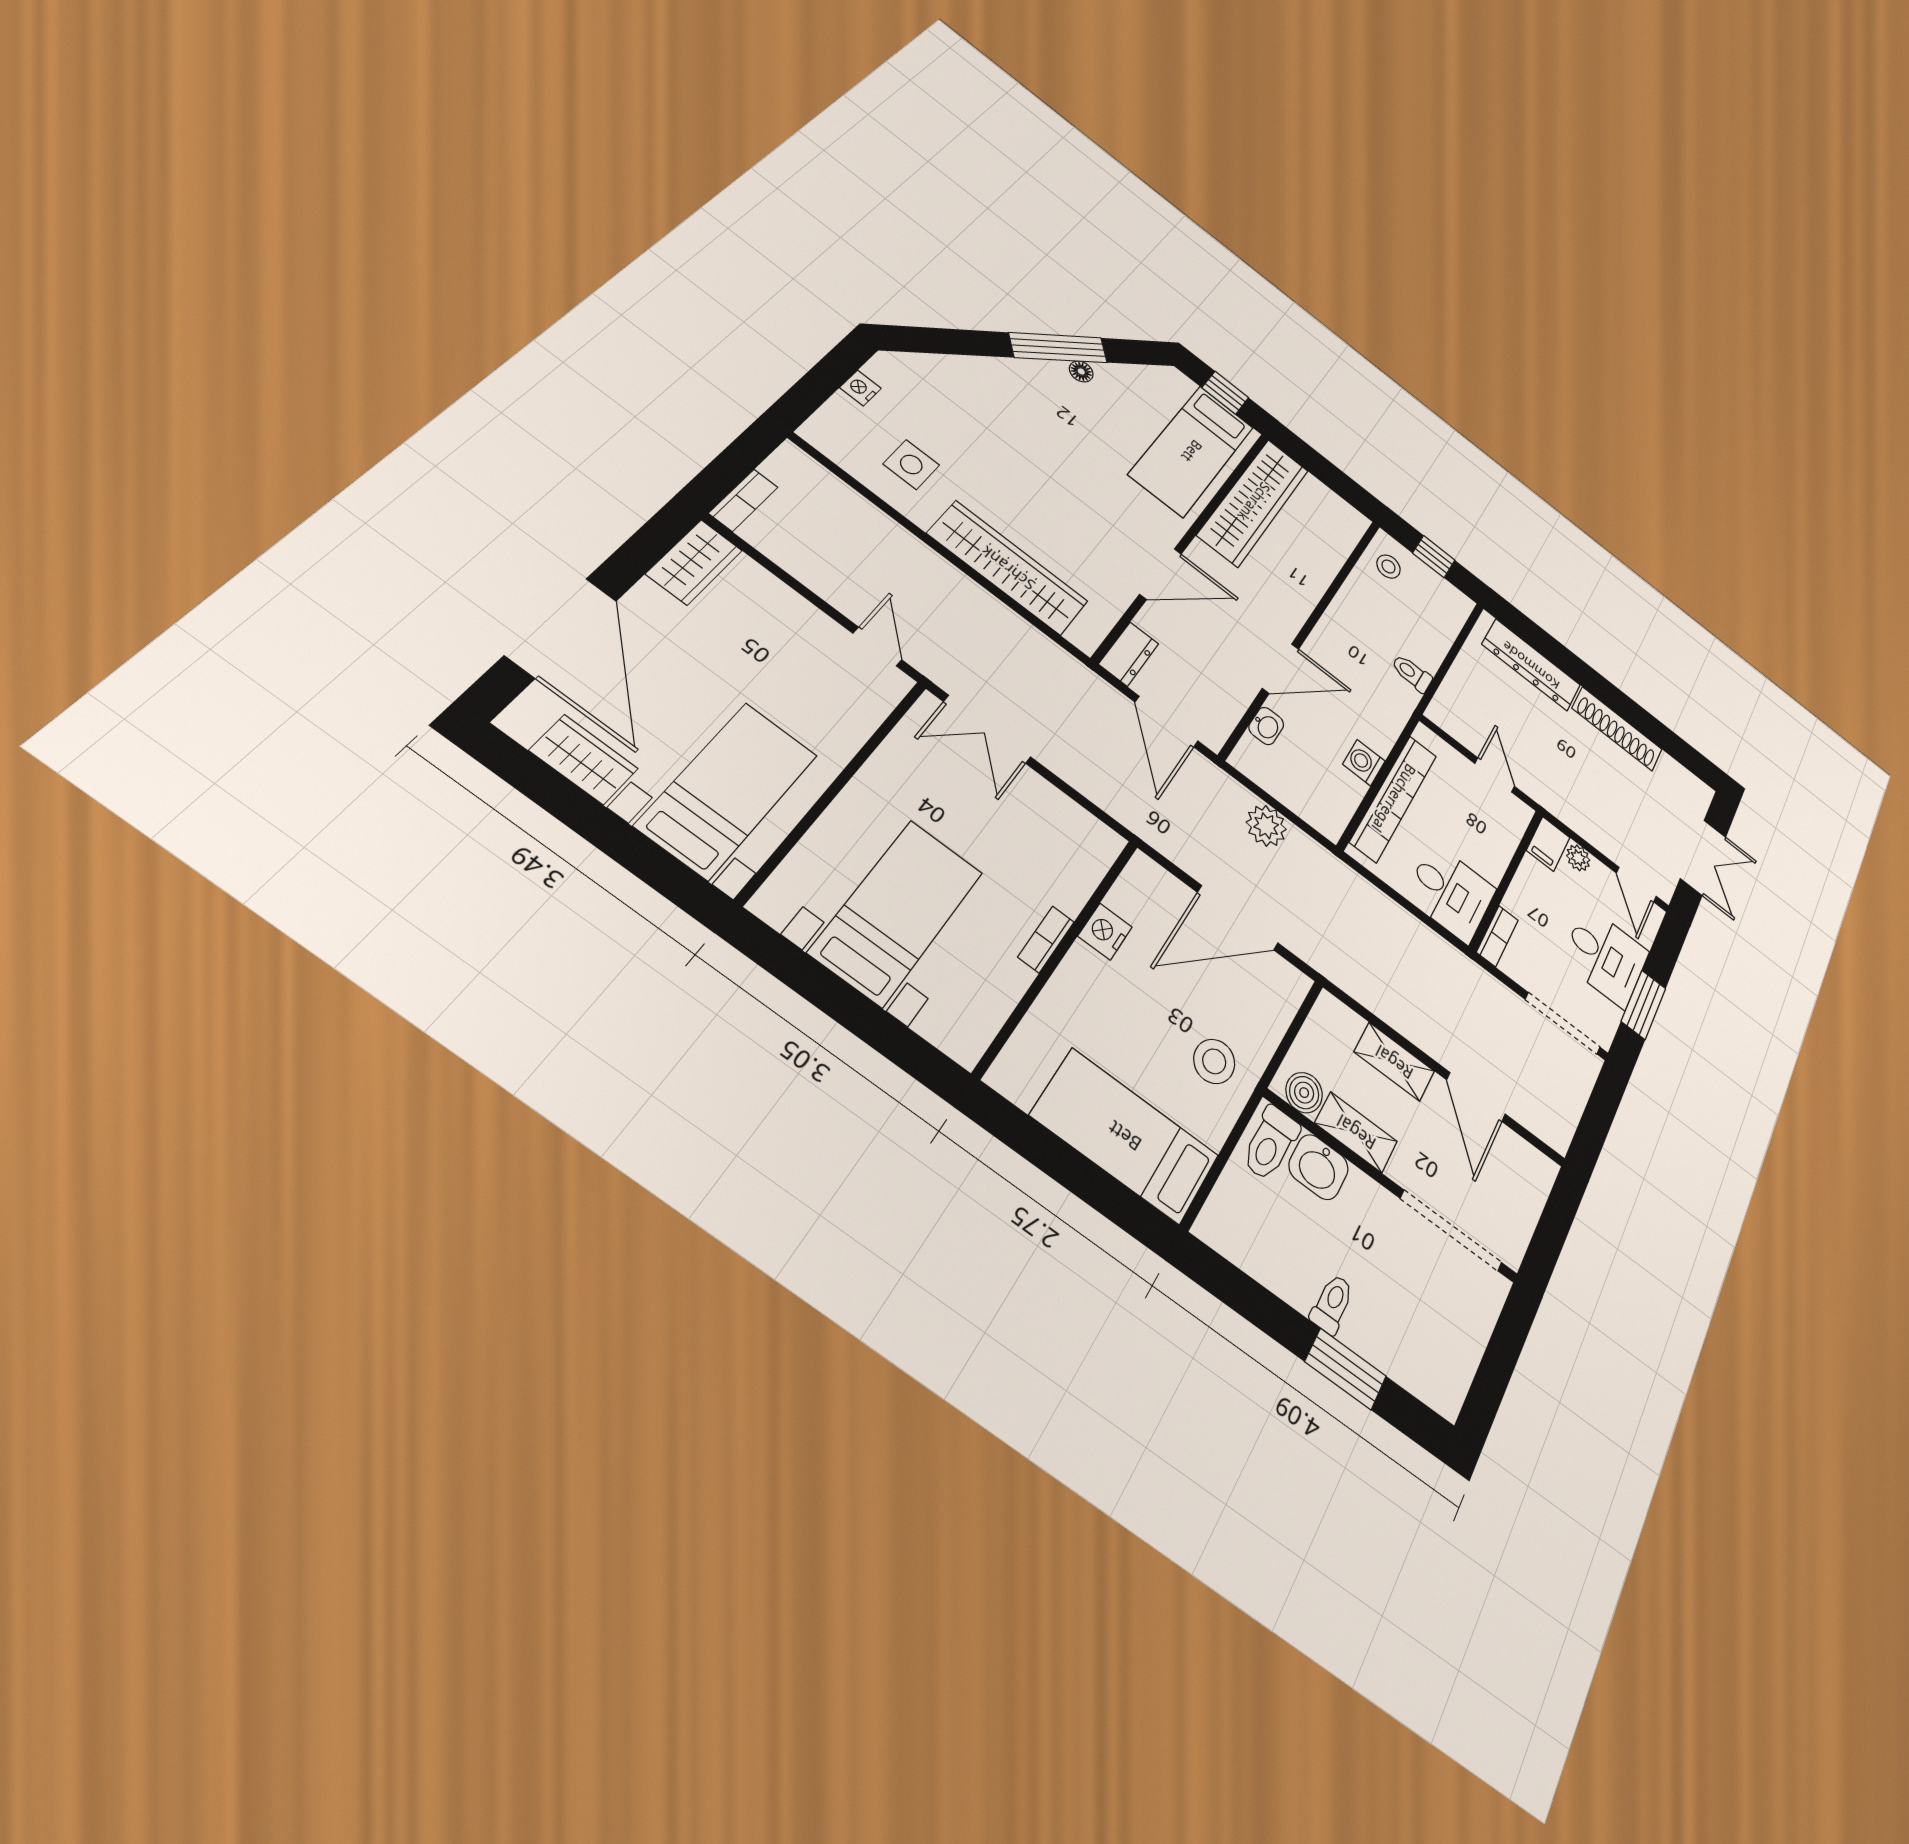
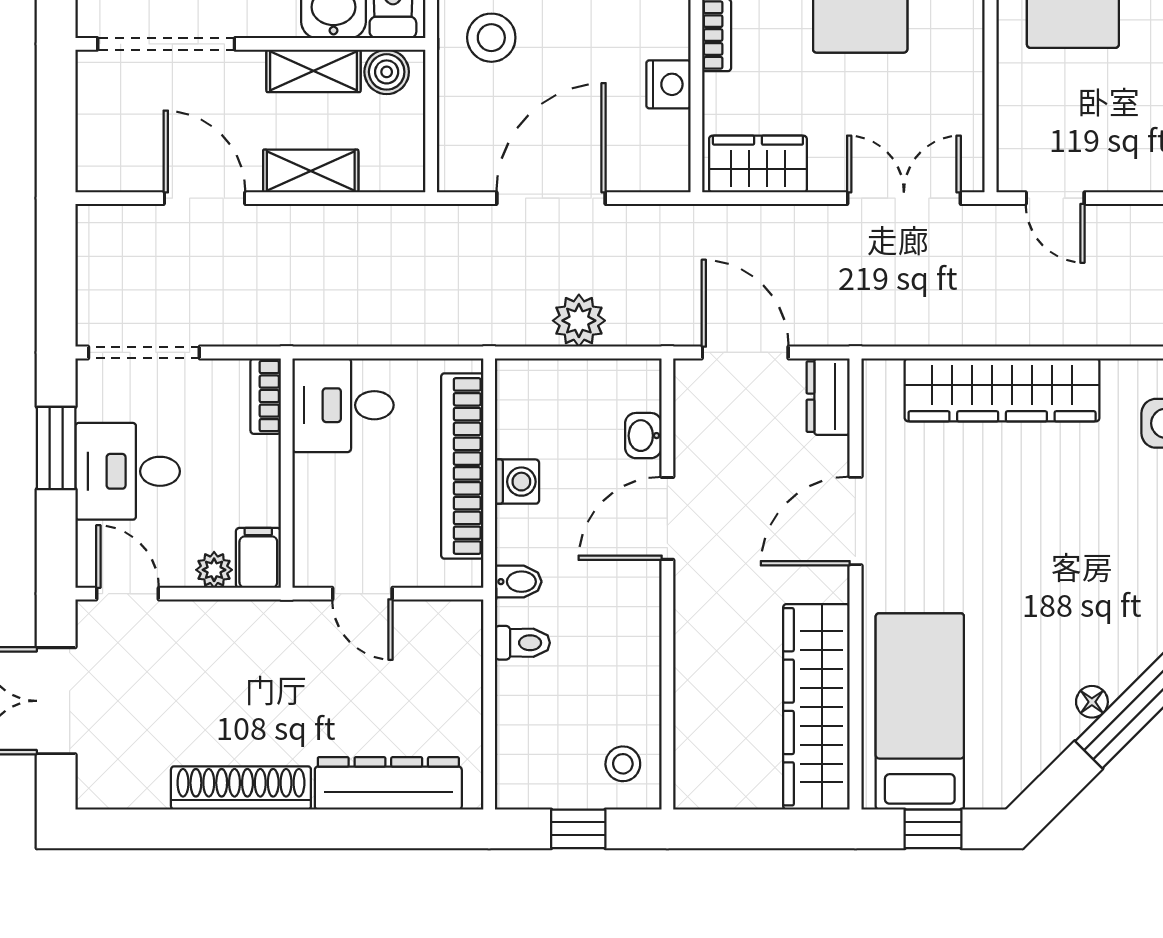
bidet: (1396, 707) -> (518, 582), added
wardrobe: (1076, 830) -> (758, 164), added

